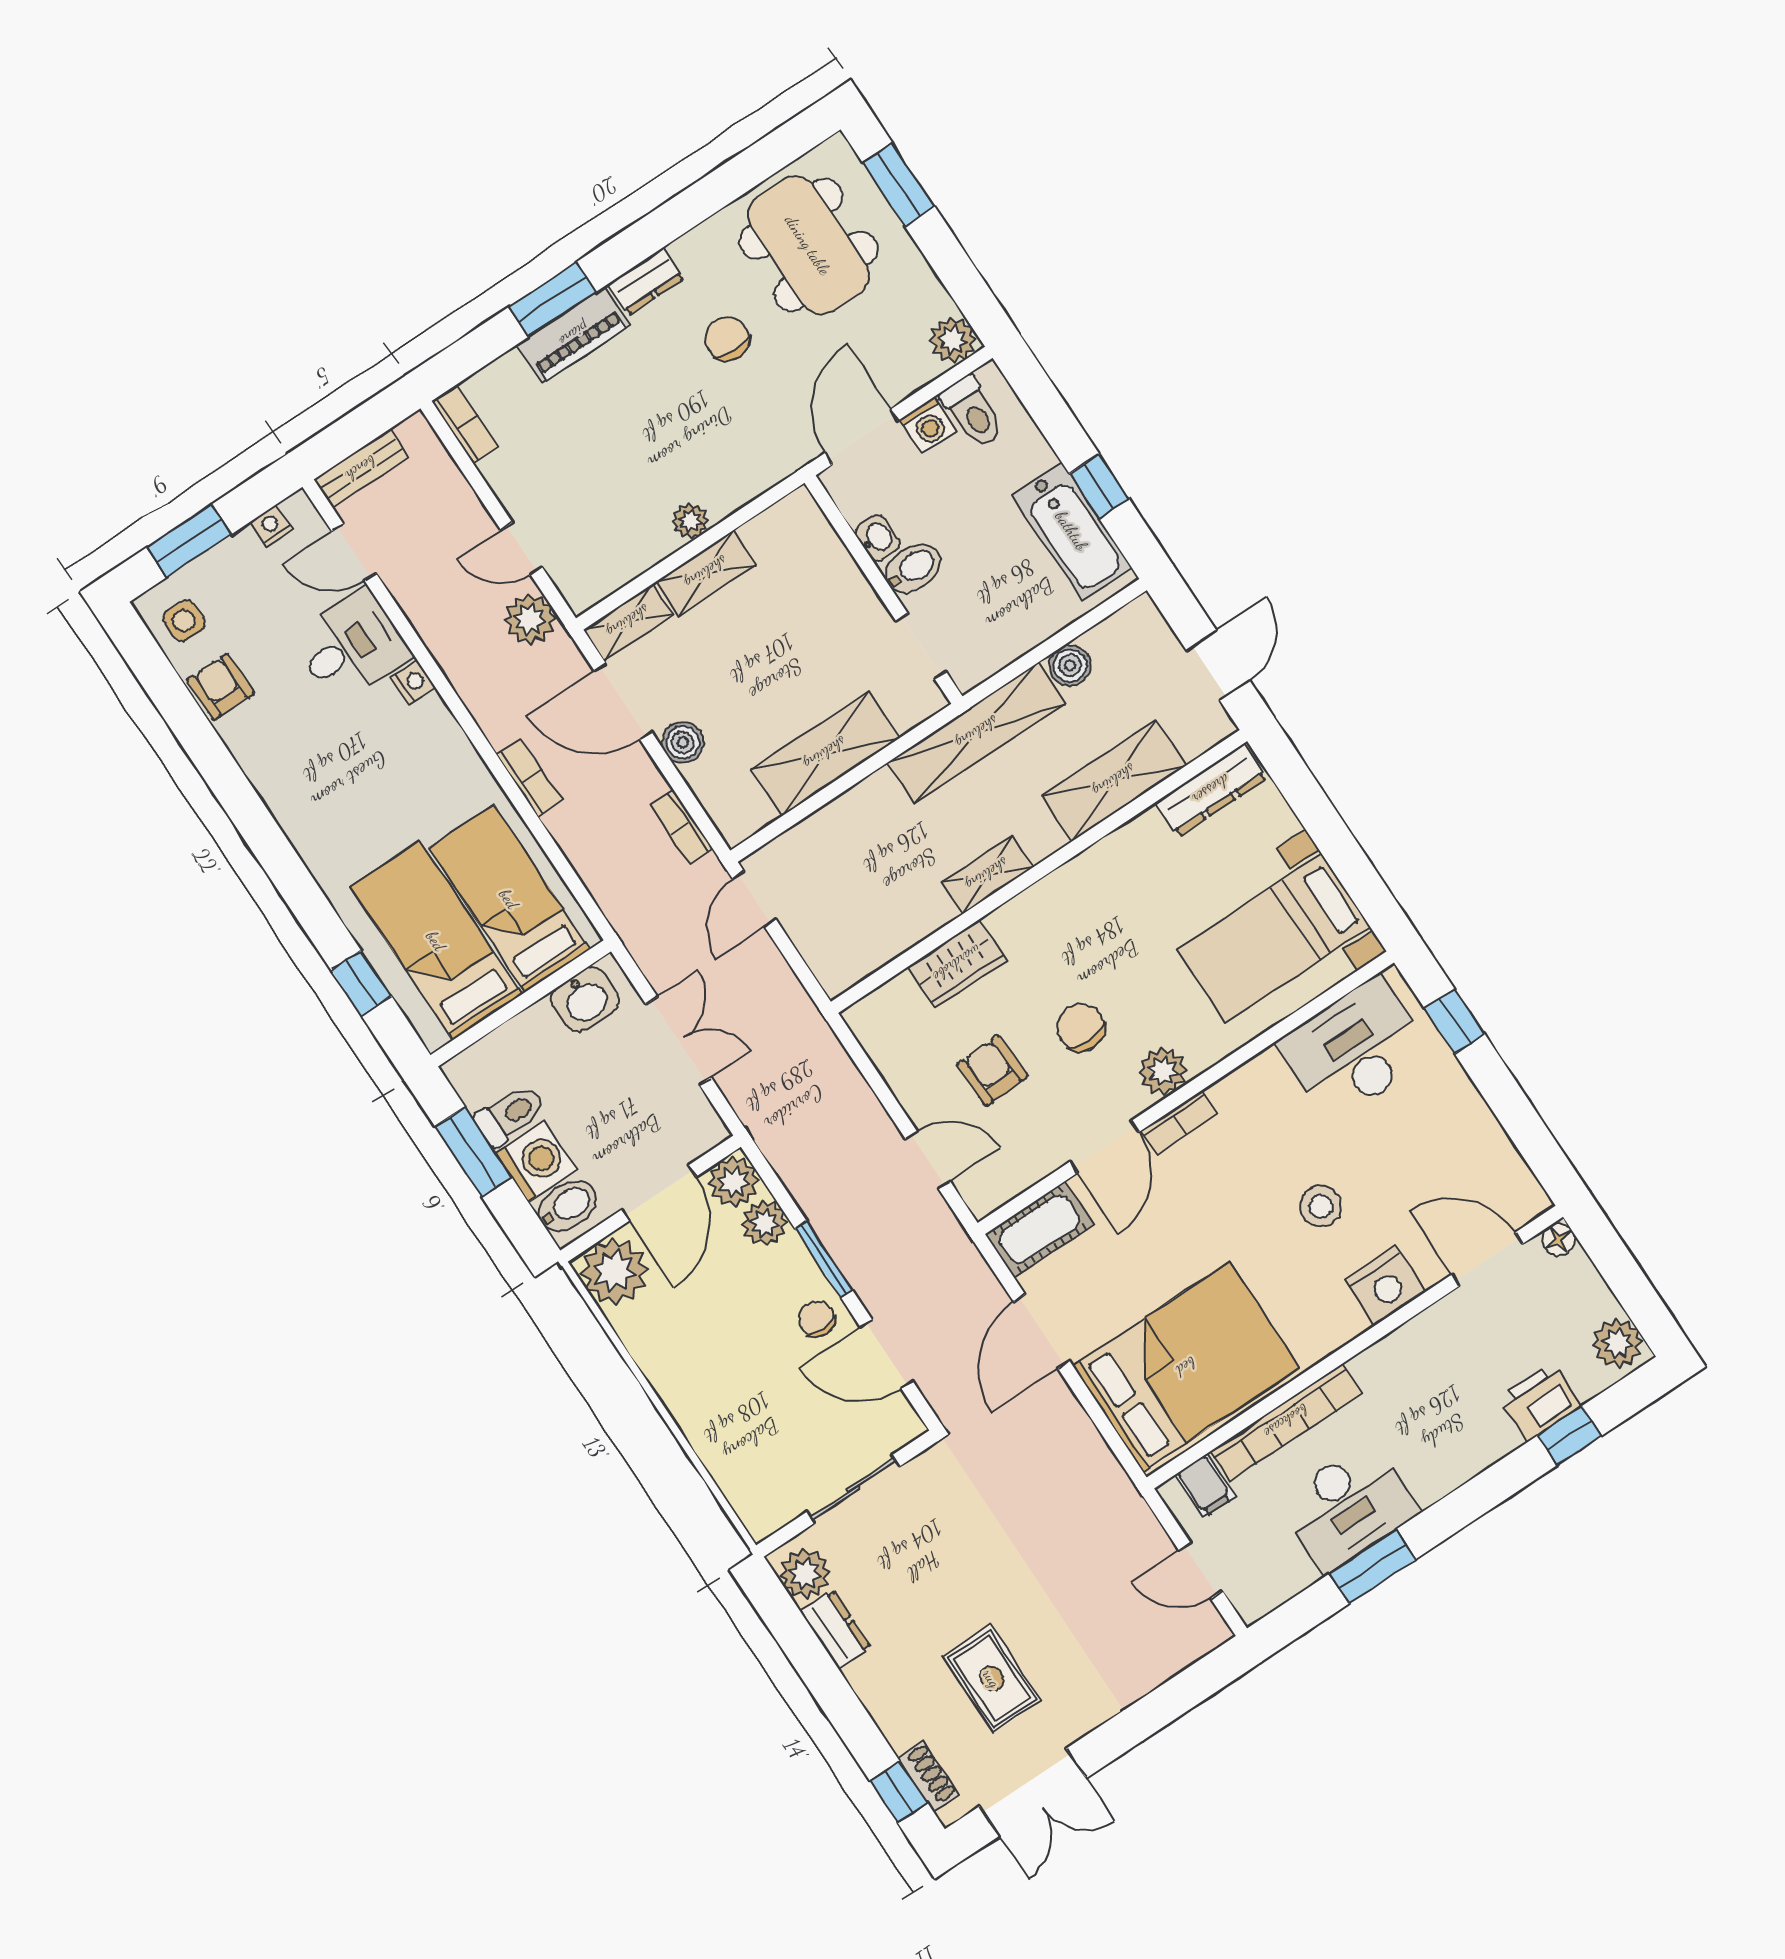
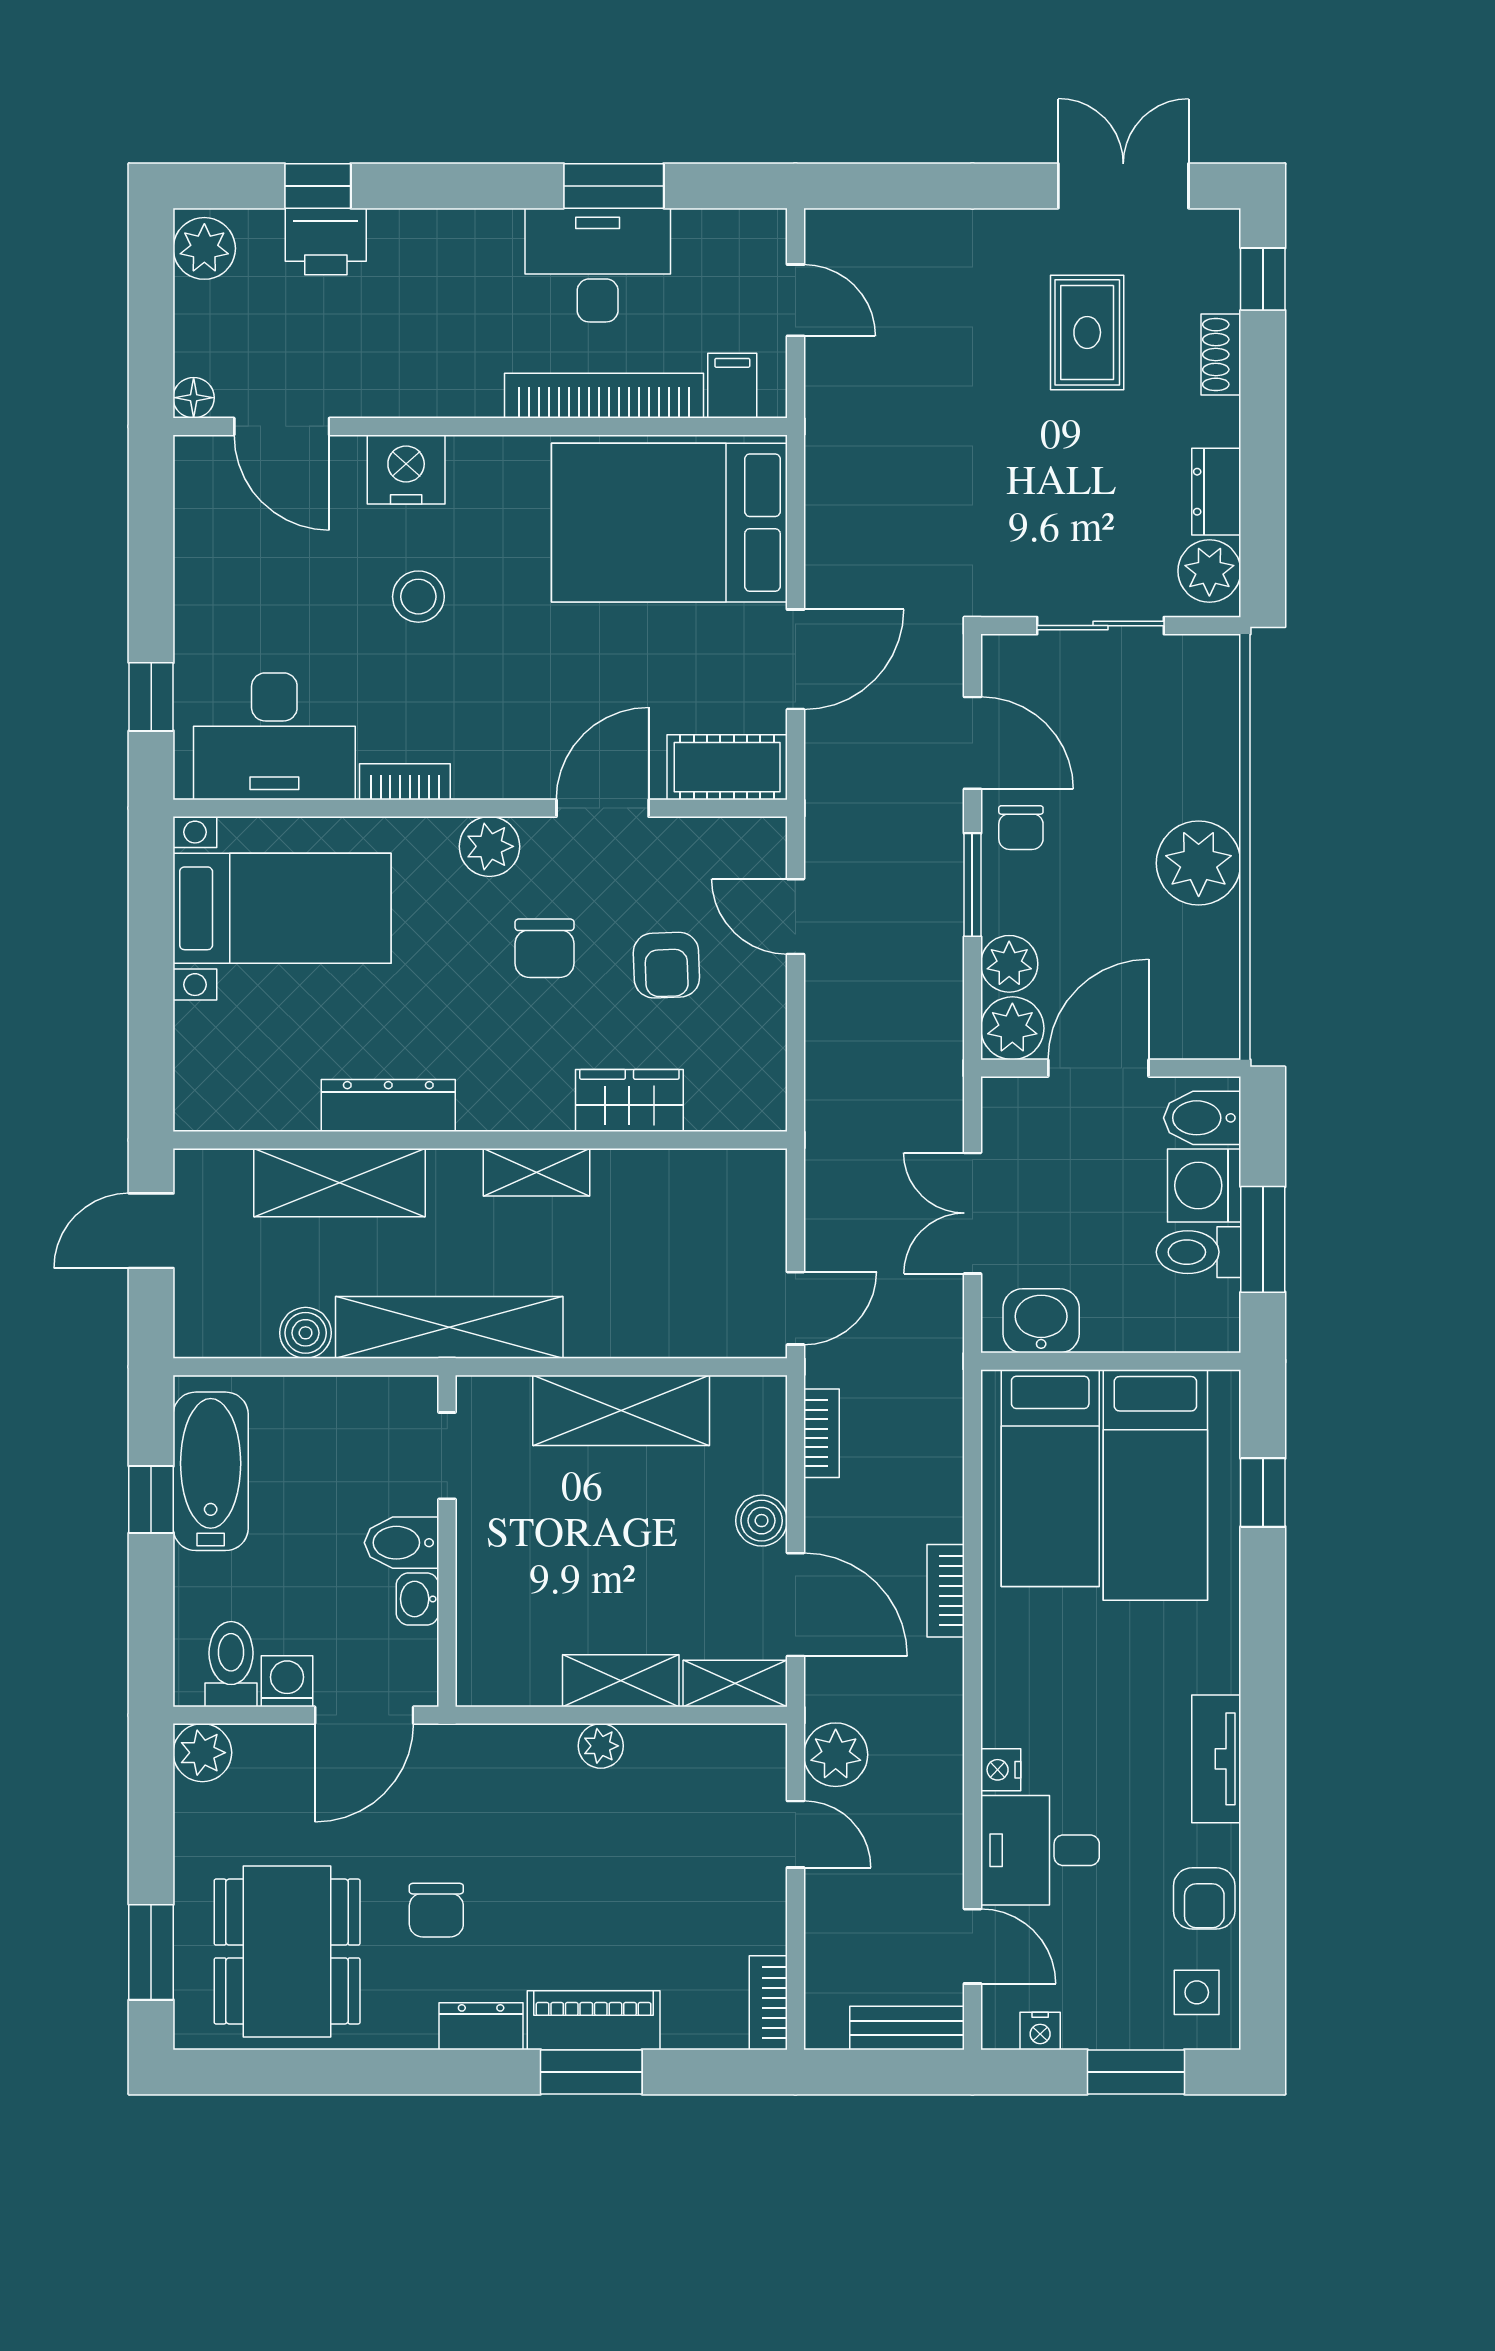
tv unit: (274, 785) -> (1216, 1759), added
dresser: (1211, 790) -> (388, 1106), moved
bookcase: (1179, 1123) -> (405, 782), moved
plant: (614, 1271) -> (1199, 863), moved
shoe rack: (928, 1776) -> (1221, 354), moved

